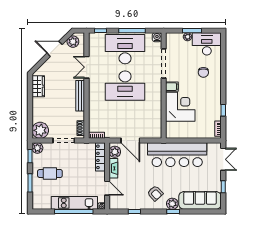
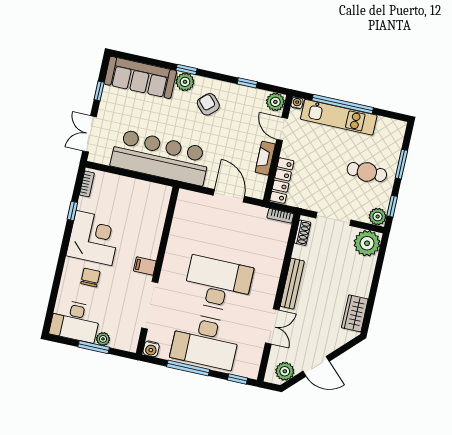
corner desk: (180, 107) -> (94, 238), moved, turned 180
plant: (115, 152) -> (275, 102), moved

